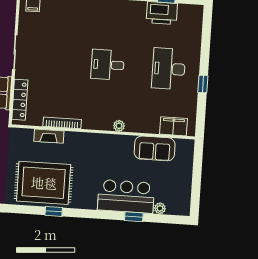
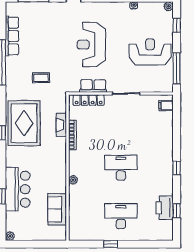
desk: (108, 65) -> (121, 168), width x1.37
filing cabinet: (174, 126) -> (76, 223), removed
plant: (160, 208) -> (10, 236), moved

